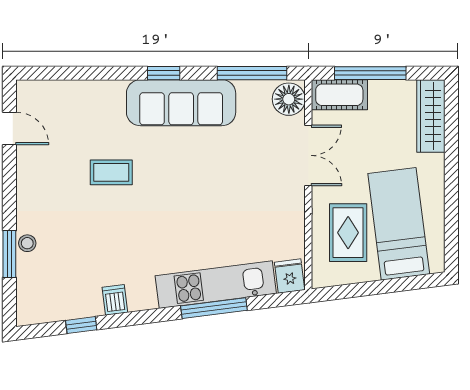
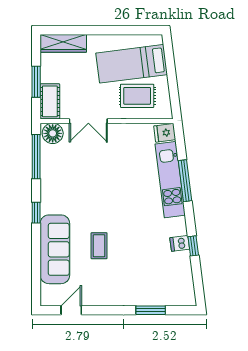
window: (370, 73) -> (36, 82), width x0.69
sofa: (181, 103) -> (55, 249), moved
double door: (308, 155) -> (88, 121), swing flipped
stool: (27, 243) -> (144, 299), removed
window: (81, 325) -> (193, 246), moved

